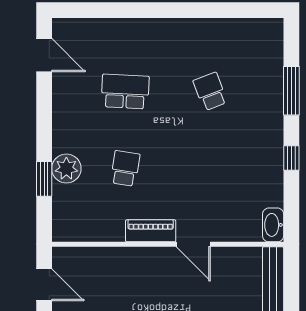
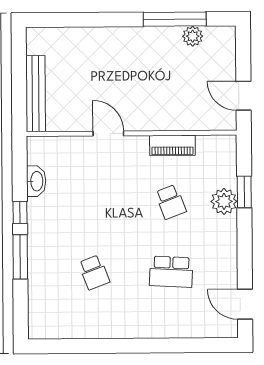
window: (291, 91) -> (20, 257), moved
school desk: (125, 168) -> (171, 202), turned -30
washbasin: (273, 225) -> (36, 181), moved
piano: (151, 231) -> (172, 145), moved

